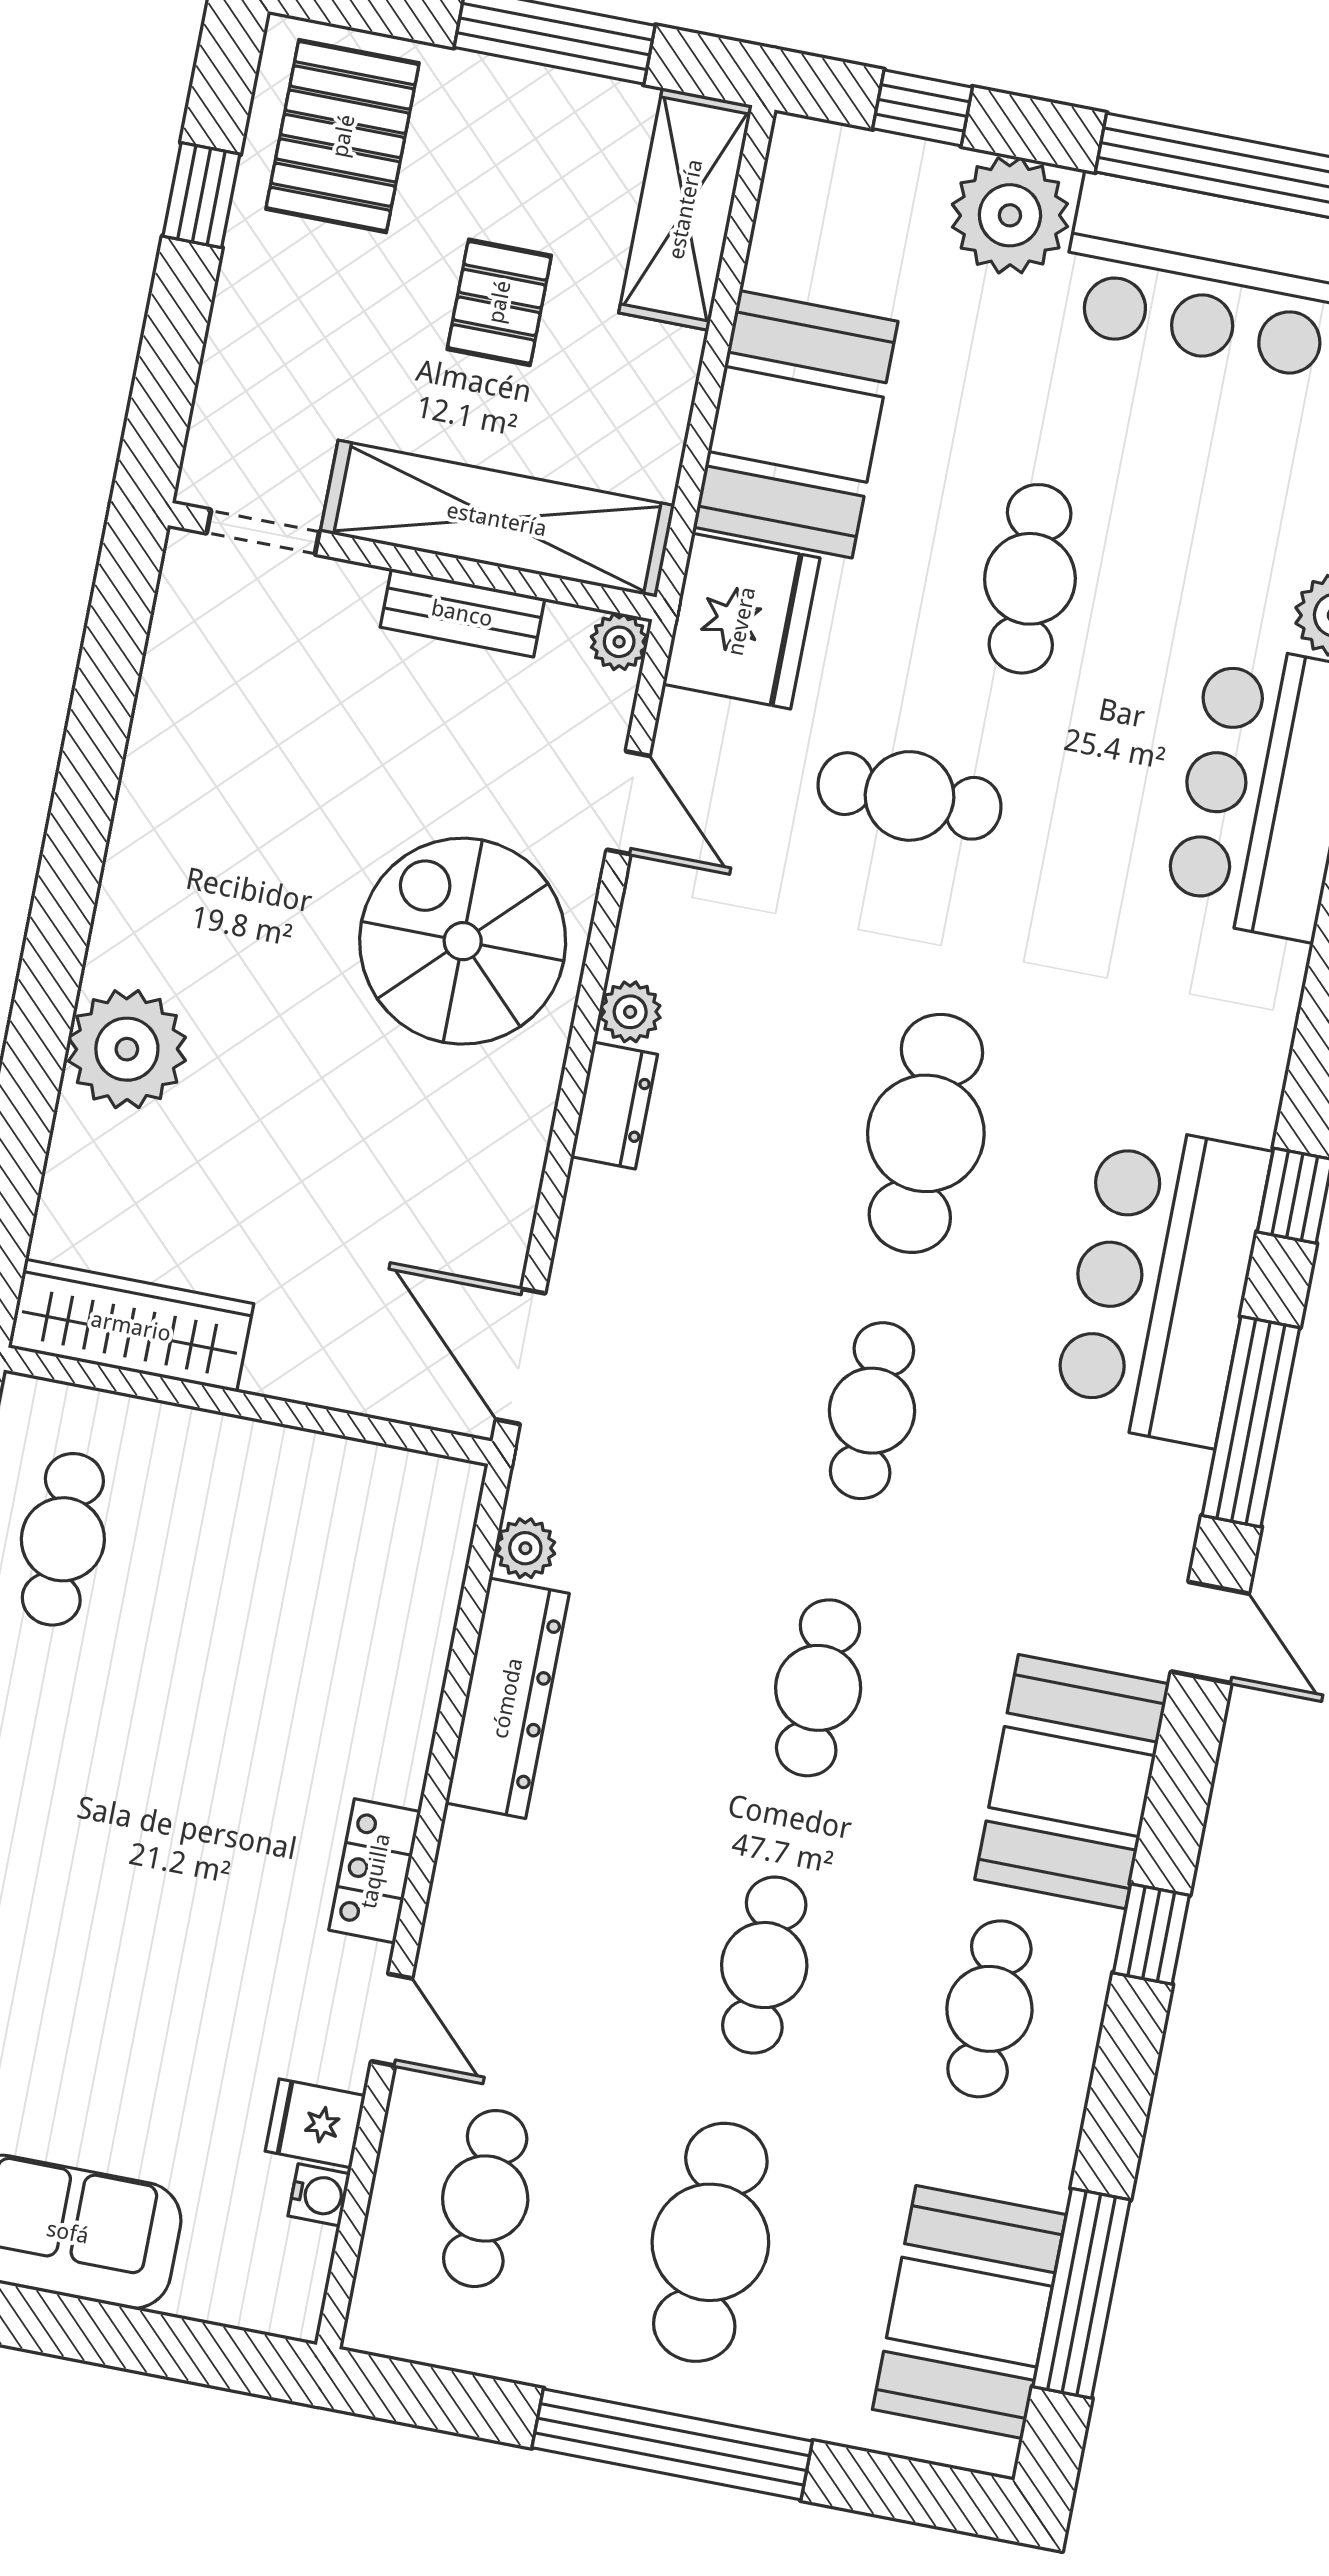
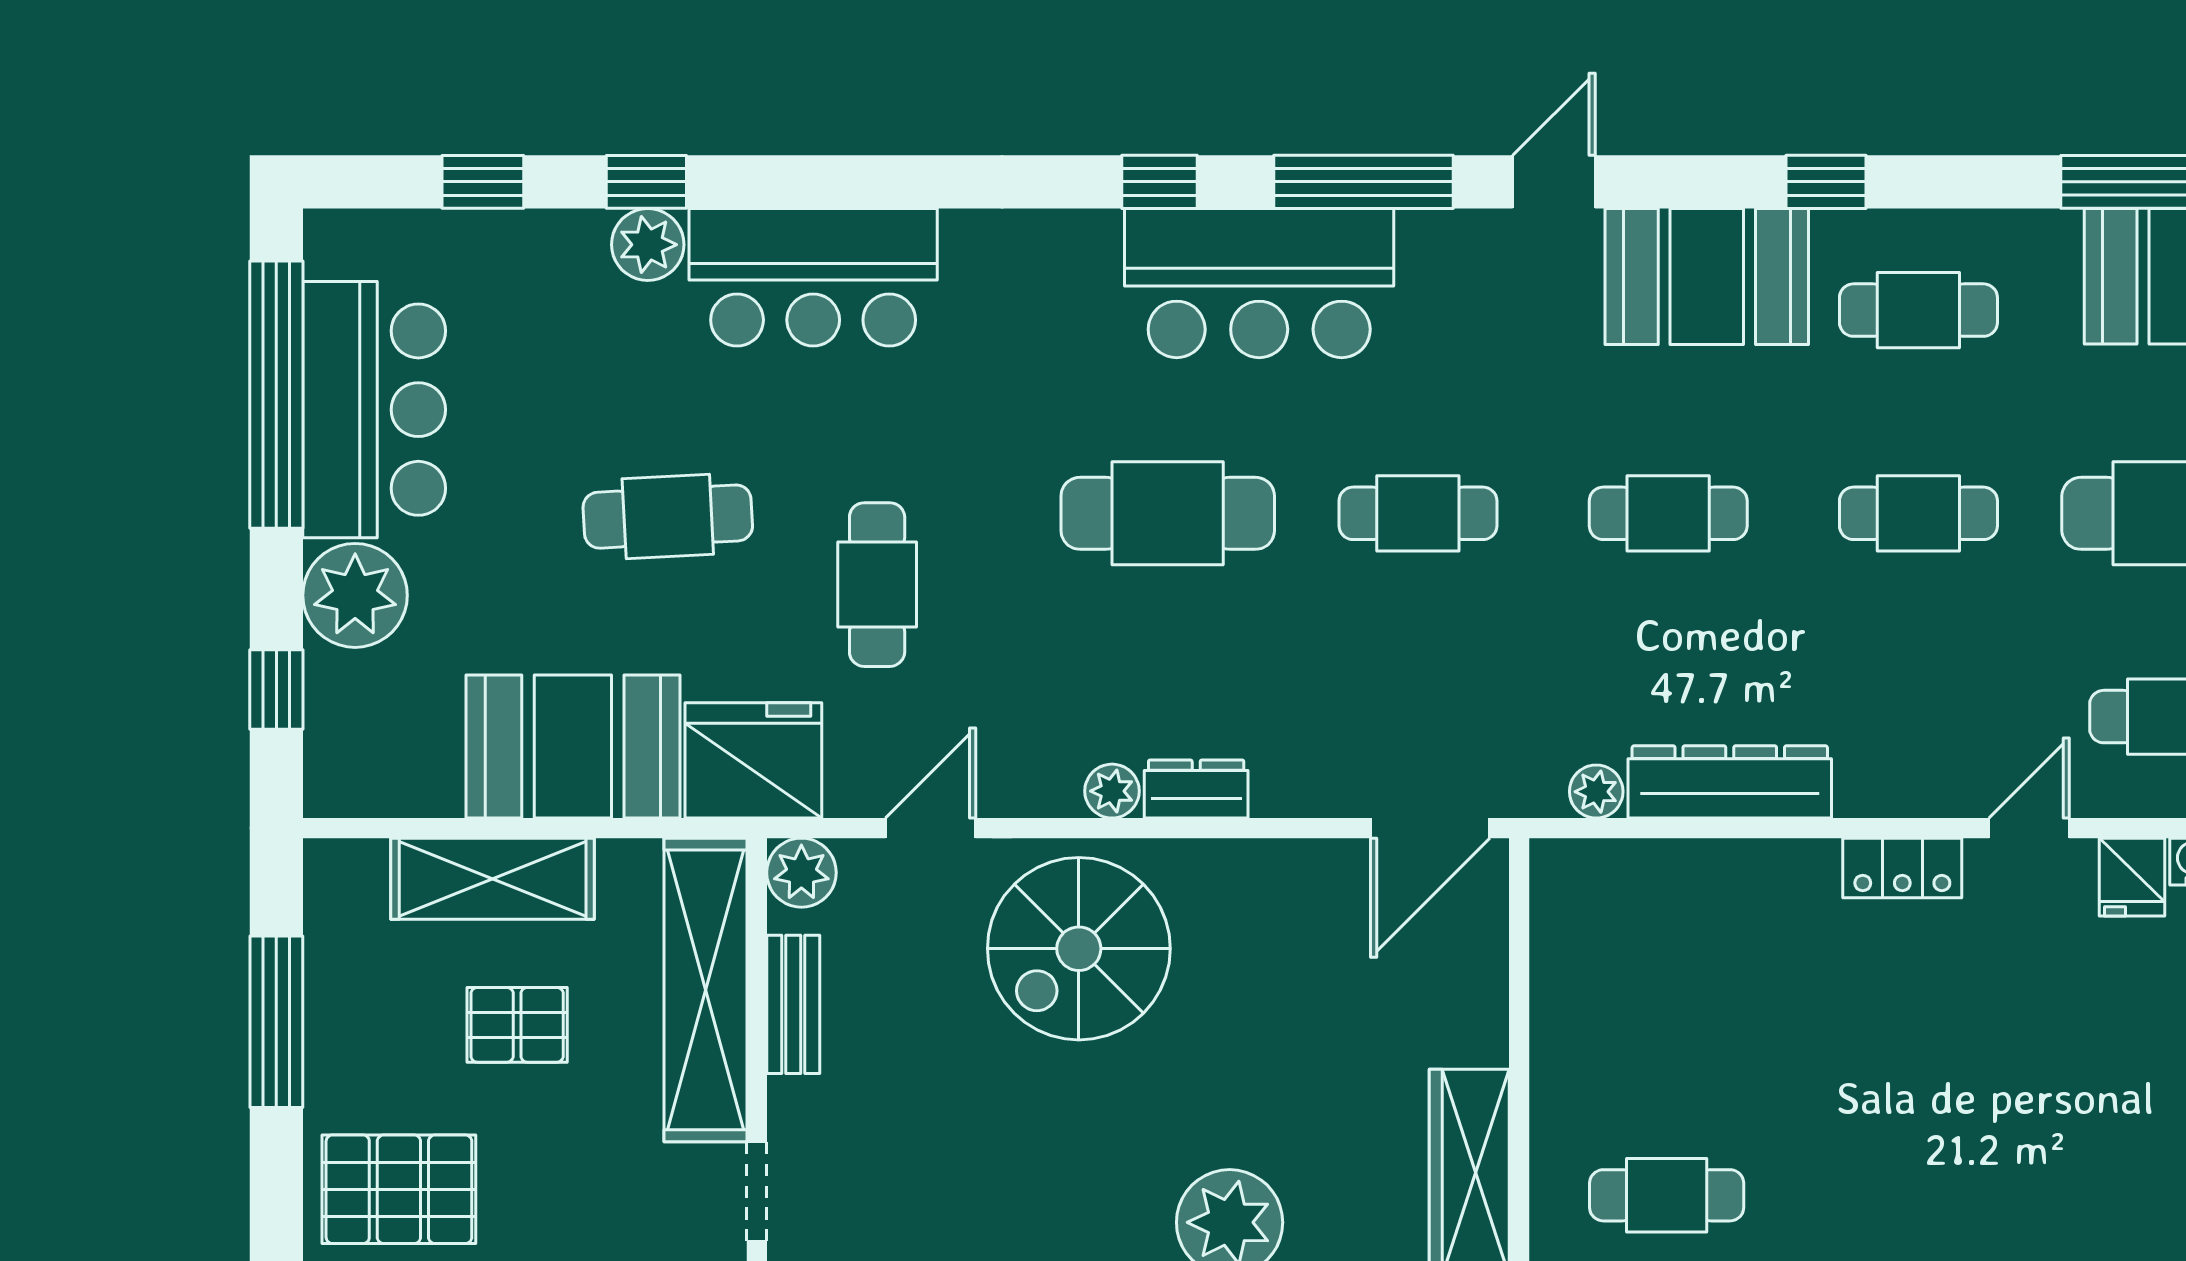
shelving: (685, 209) -> (493, 879), moved
plant: (619, 642) -> (801, 873), width x1.38, depth x1.38

